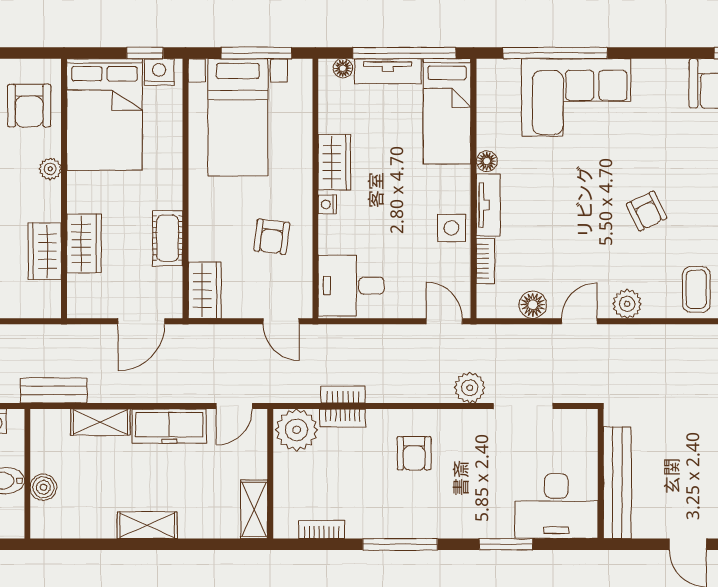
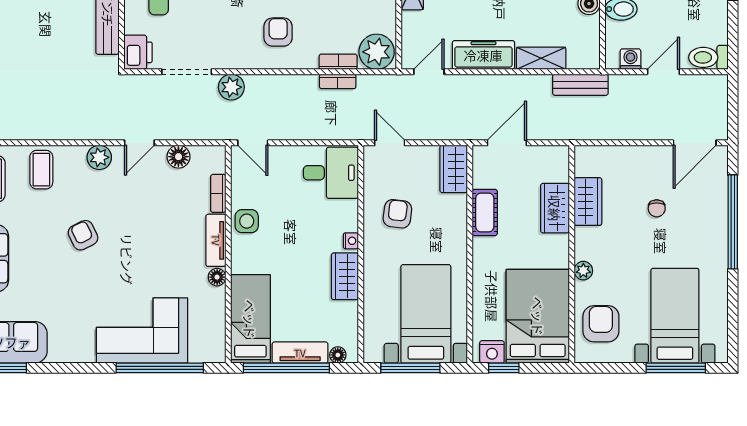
printer: (581, 429) -> (138, 52), added

